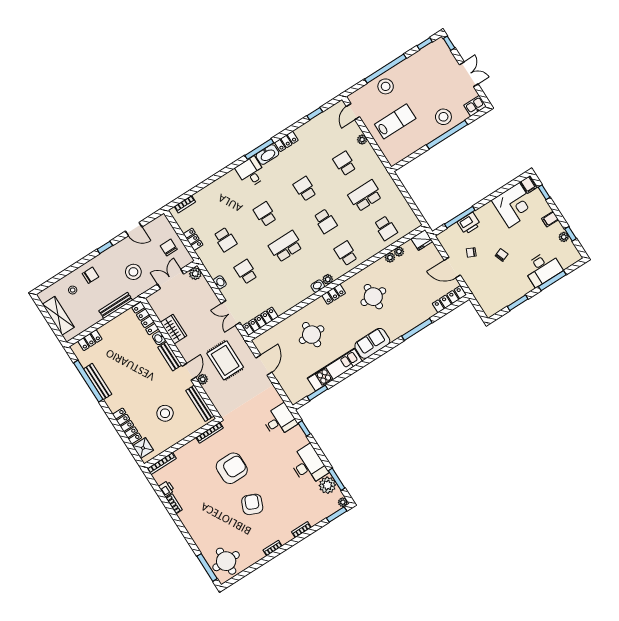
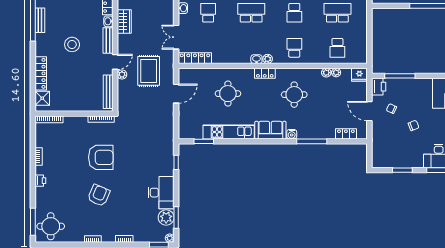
printer: (469, 223) -> (379, 87), moved, turned -90
locker: (449, 299) -> (346, 134), width x0.66
water cooler: (394, 335) -> (292, 134), added
bench: (98, 382) -> (40, 20), width x0.73
stool: (165, 413) -> (72, 44), moved
desk: (280, 420) -> (161, 144), removed
printer: (166, 489) -> (40, 181), moved

